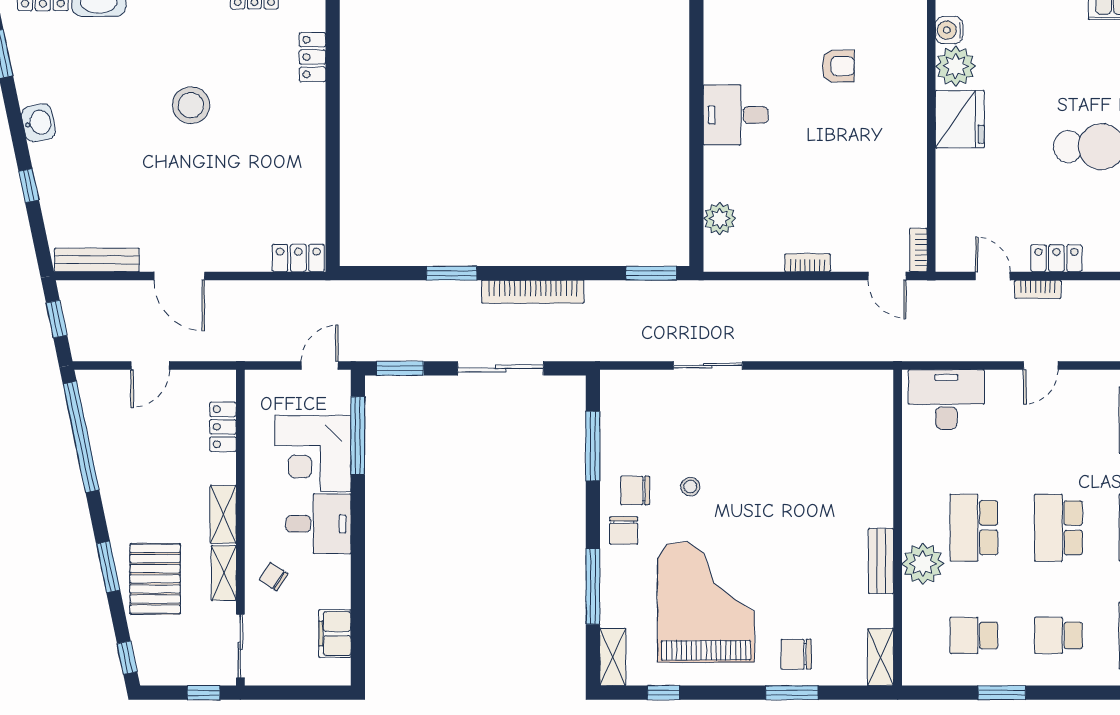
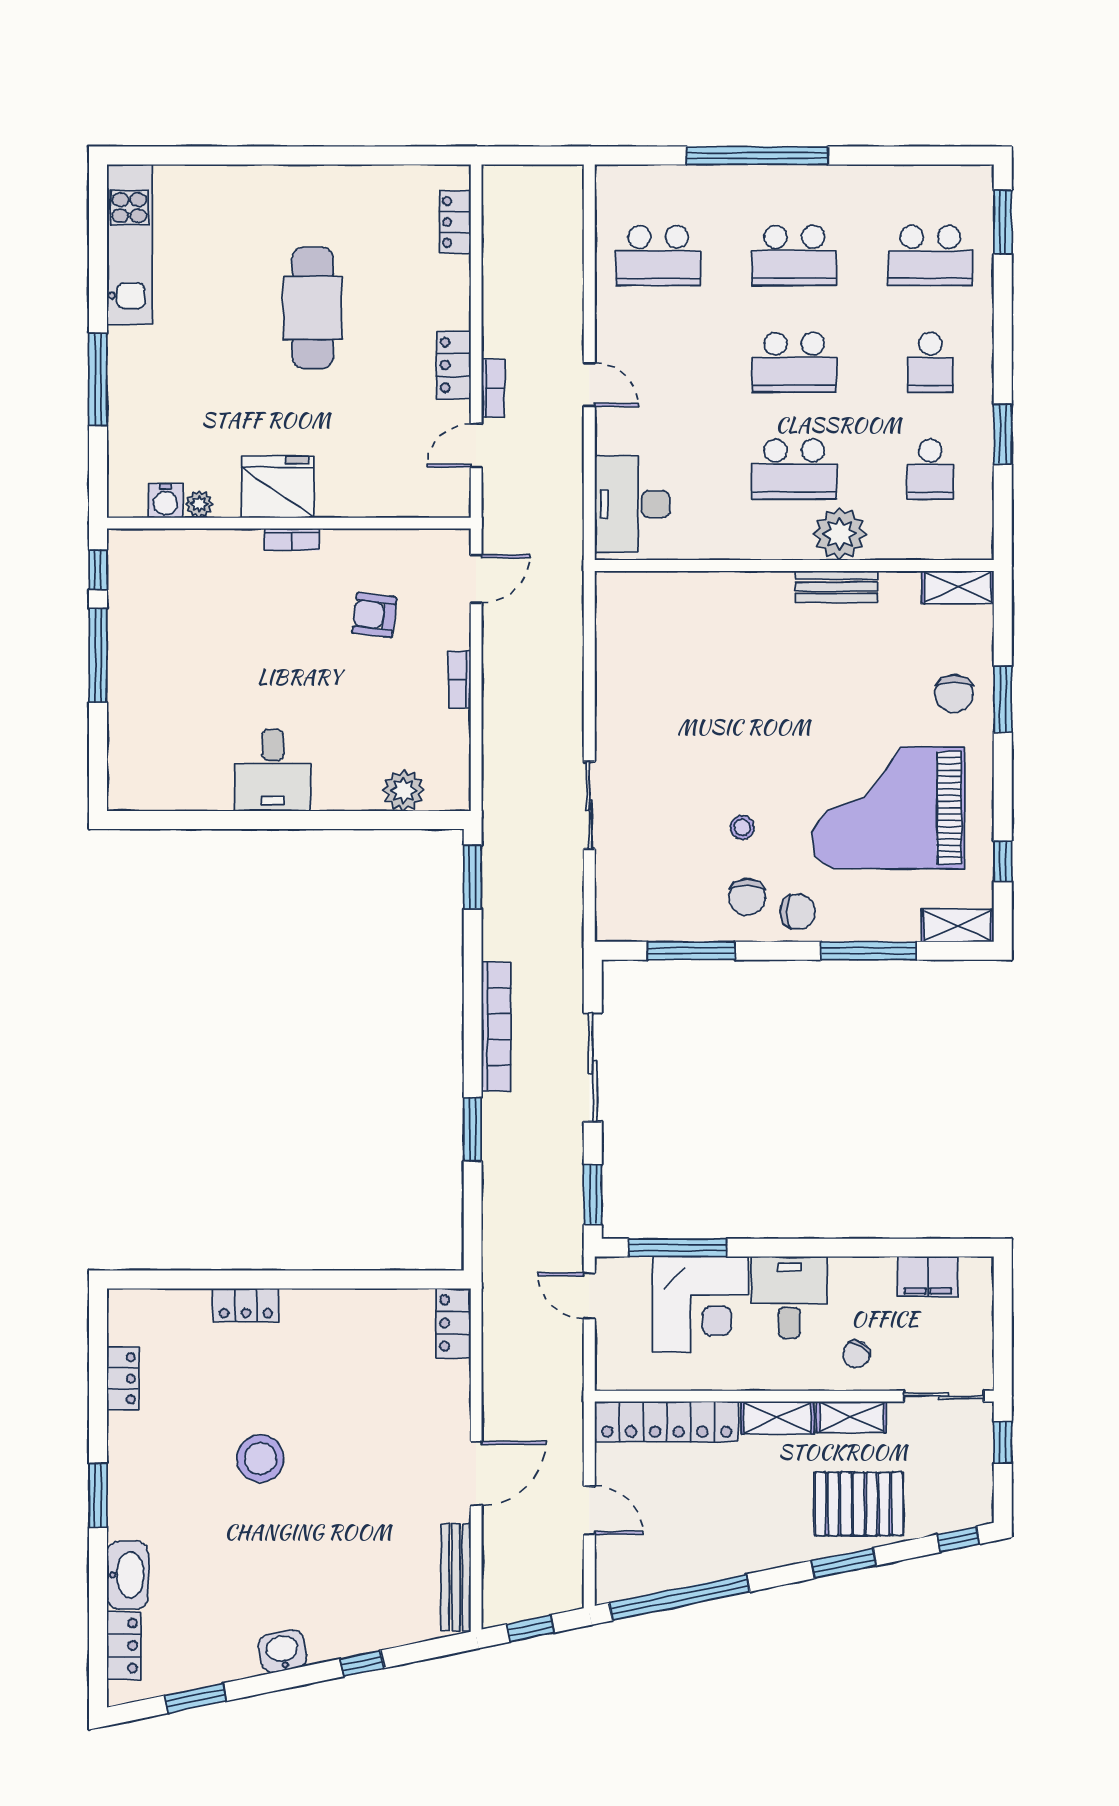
locker: (313, 57) -> (246, 1305), moved
armchair: (838, 66) -> (374, 615), moved, turned -83
plant: (956, 66) -> (199, 504), width x0.53, depth x0.53
bookcase: (918, 250) -> (292, 539), moved
locker: (223, 427) -> (667, 1422), width x2.16, depth x1.21

